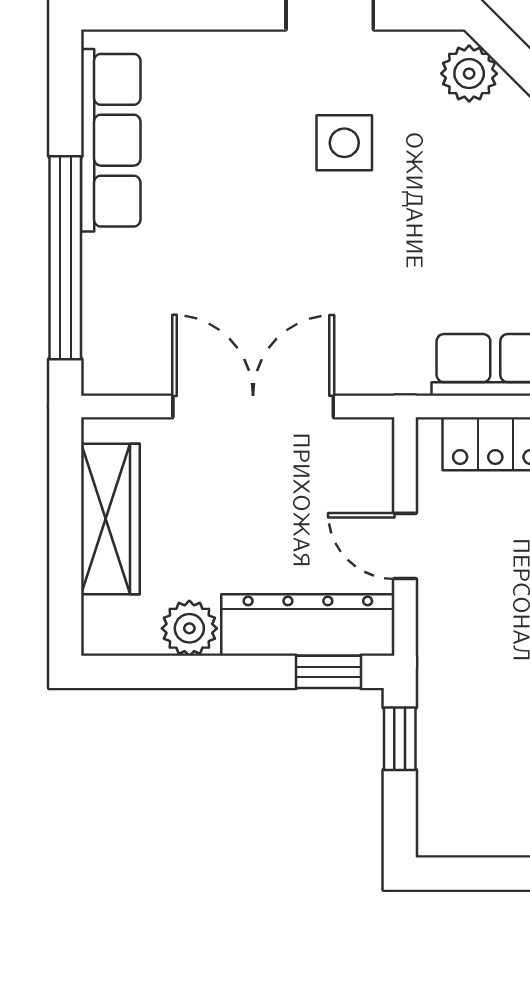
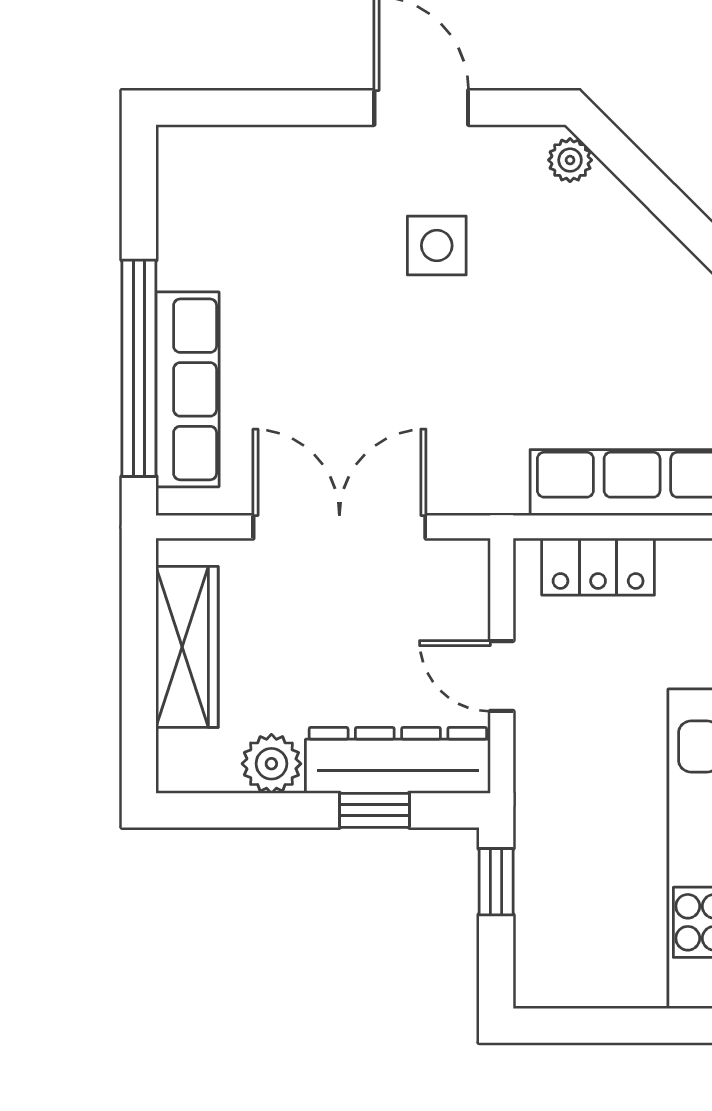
plant: (469, 74) -> (570, 160), width x0.73, depth x0.73
row of seats: (111, 140) -> (188, 389), moved
window: (328, 672) -> (374, 810), moved

